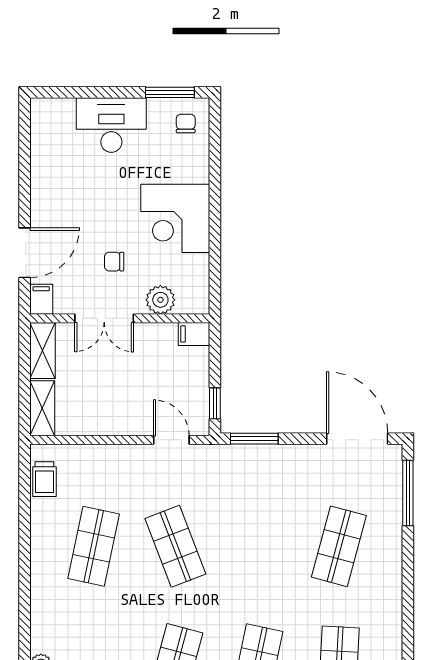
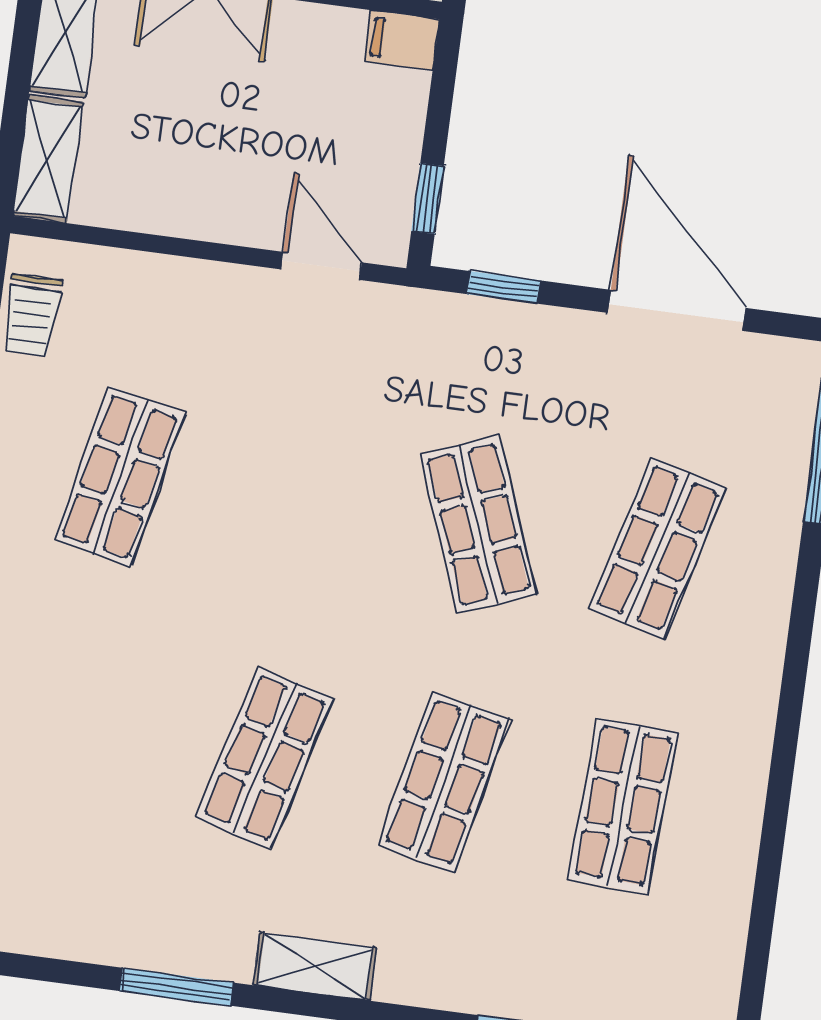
window: (254, 439) -> (504, 287), width x0.67
door: (357, 439) -> (677, 310), moved
shop shelf: (175, 546) -> (478, 524), moved

